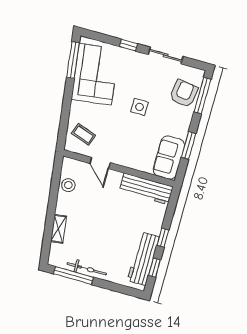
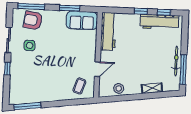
corner sofa: (95, 74) -> (34, 88), removed
side table: (139, 107) -> (30, 45), moved

